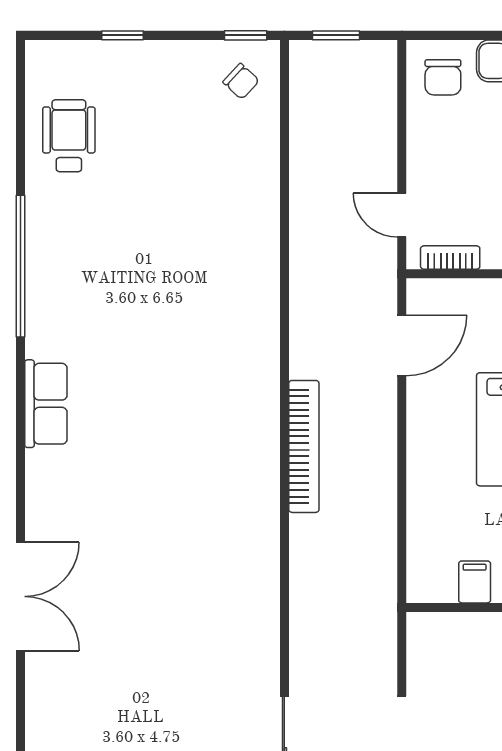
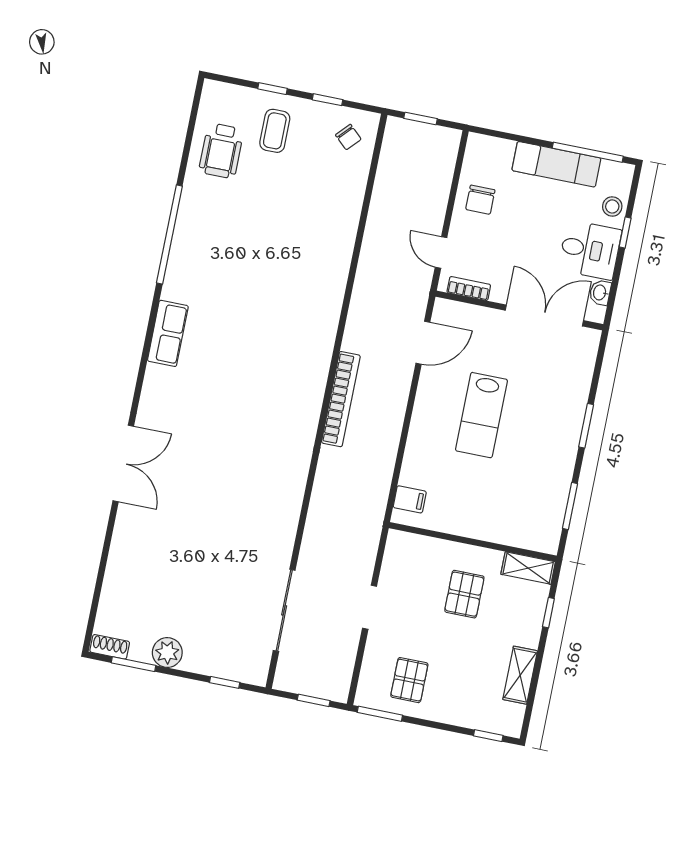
window: (246, 35) -> (328, 100), moved
chair: (443, 77) -> (480, 200), moved
coffee table: (137, 93) -> (275, 131), added
wheelchair: (69, 136) -> (221, 151), turned 180
filing cabinet: (475, 582) -> (410, 499), moved, turned 90

